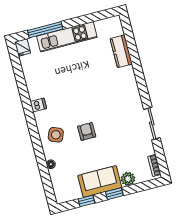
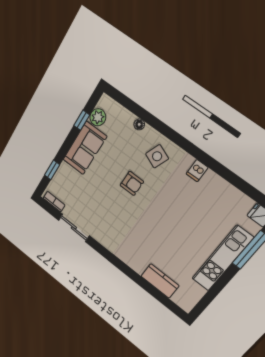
sliding door: (152, 123) -> (74, 228), moved
plant: (128, 179) -> (98, 117), moved
window: (114, 194) -> (52, 170), moved

